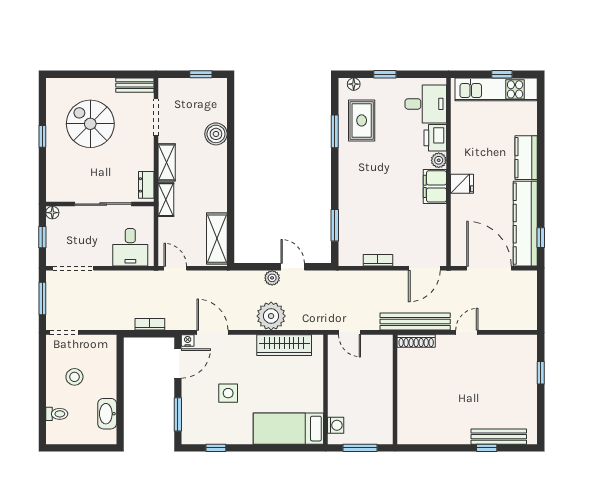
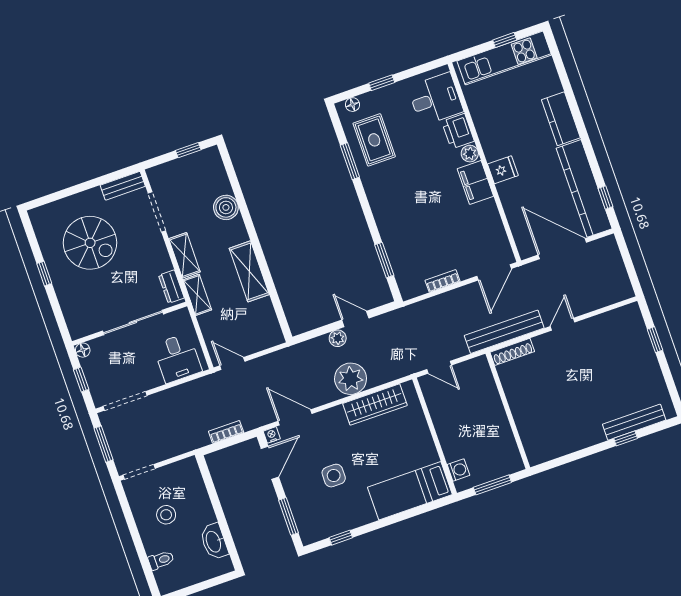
spiral stairs: (90, 124) -> (90, 243), turned 180
shelving: (217, 239) -> (249, 271), moved

